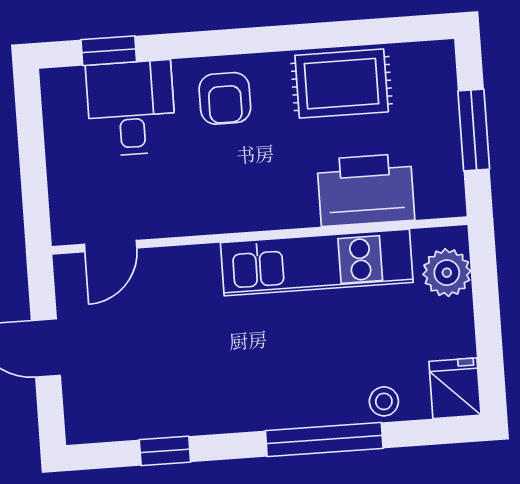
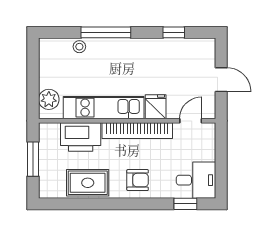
armchair: (225, 98) -> (138, 180), turned 90
desk: (131, 108) -> (196, 180), moved, turned -90
bookcase: (234, 214) -> (137, 131), added
fridge: (455, 388) -> (156, 107), moved, turned 180

